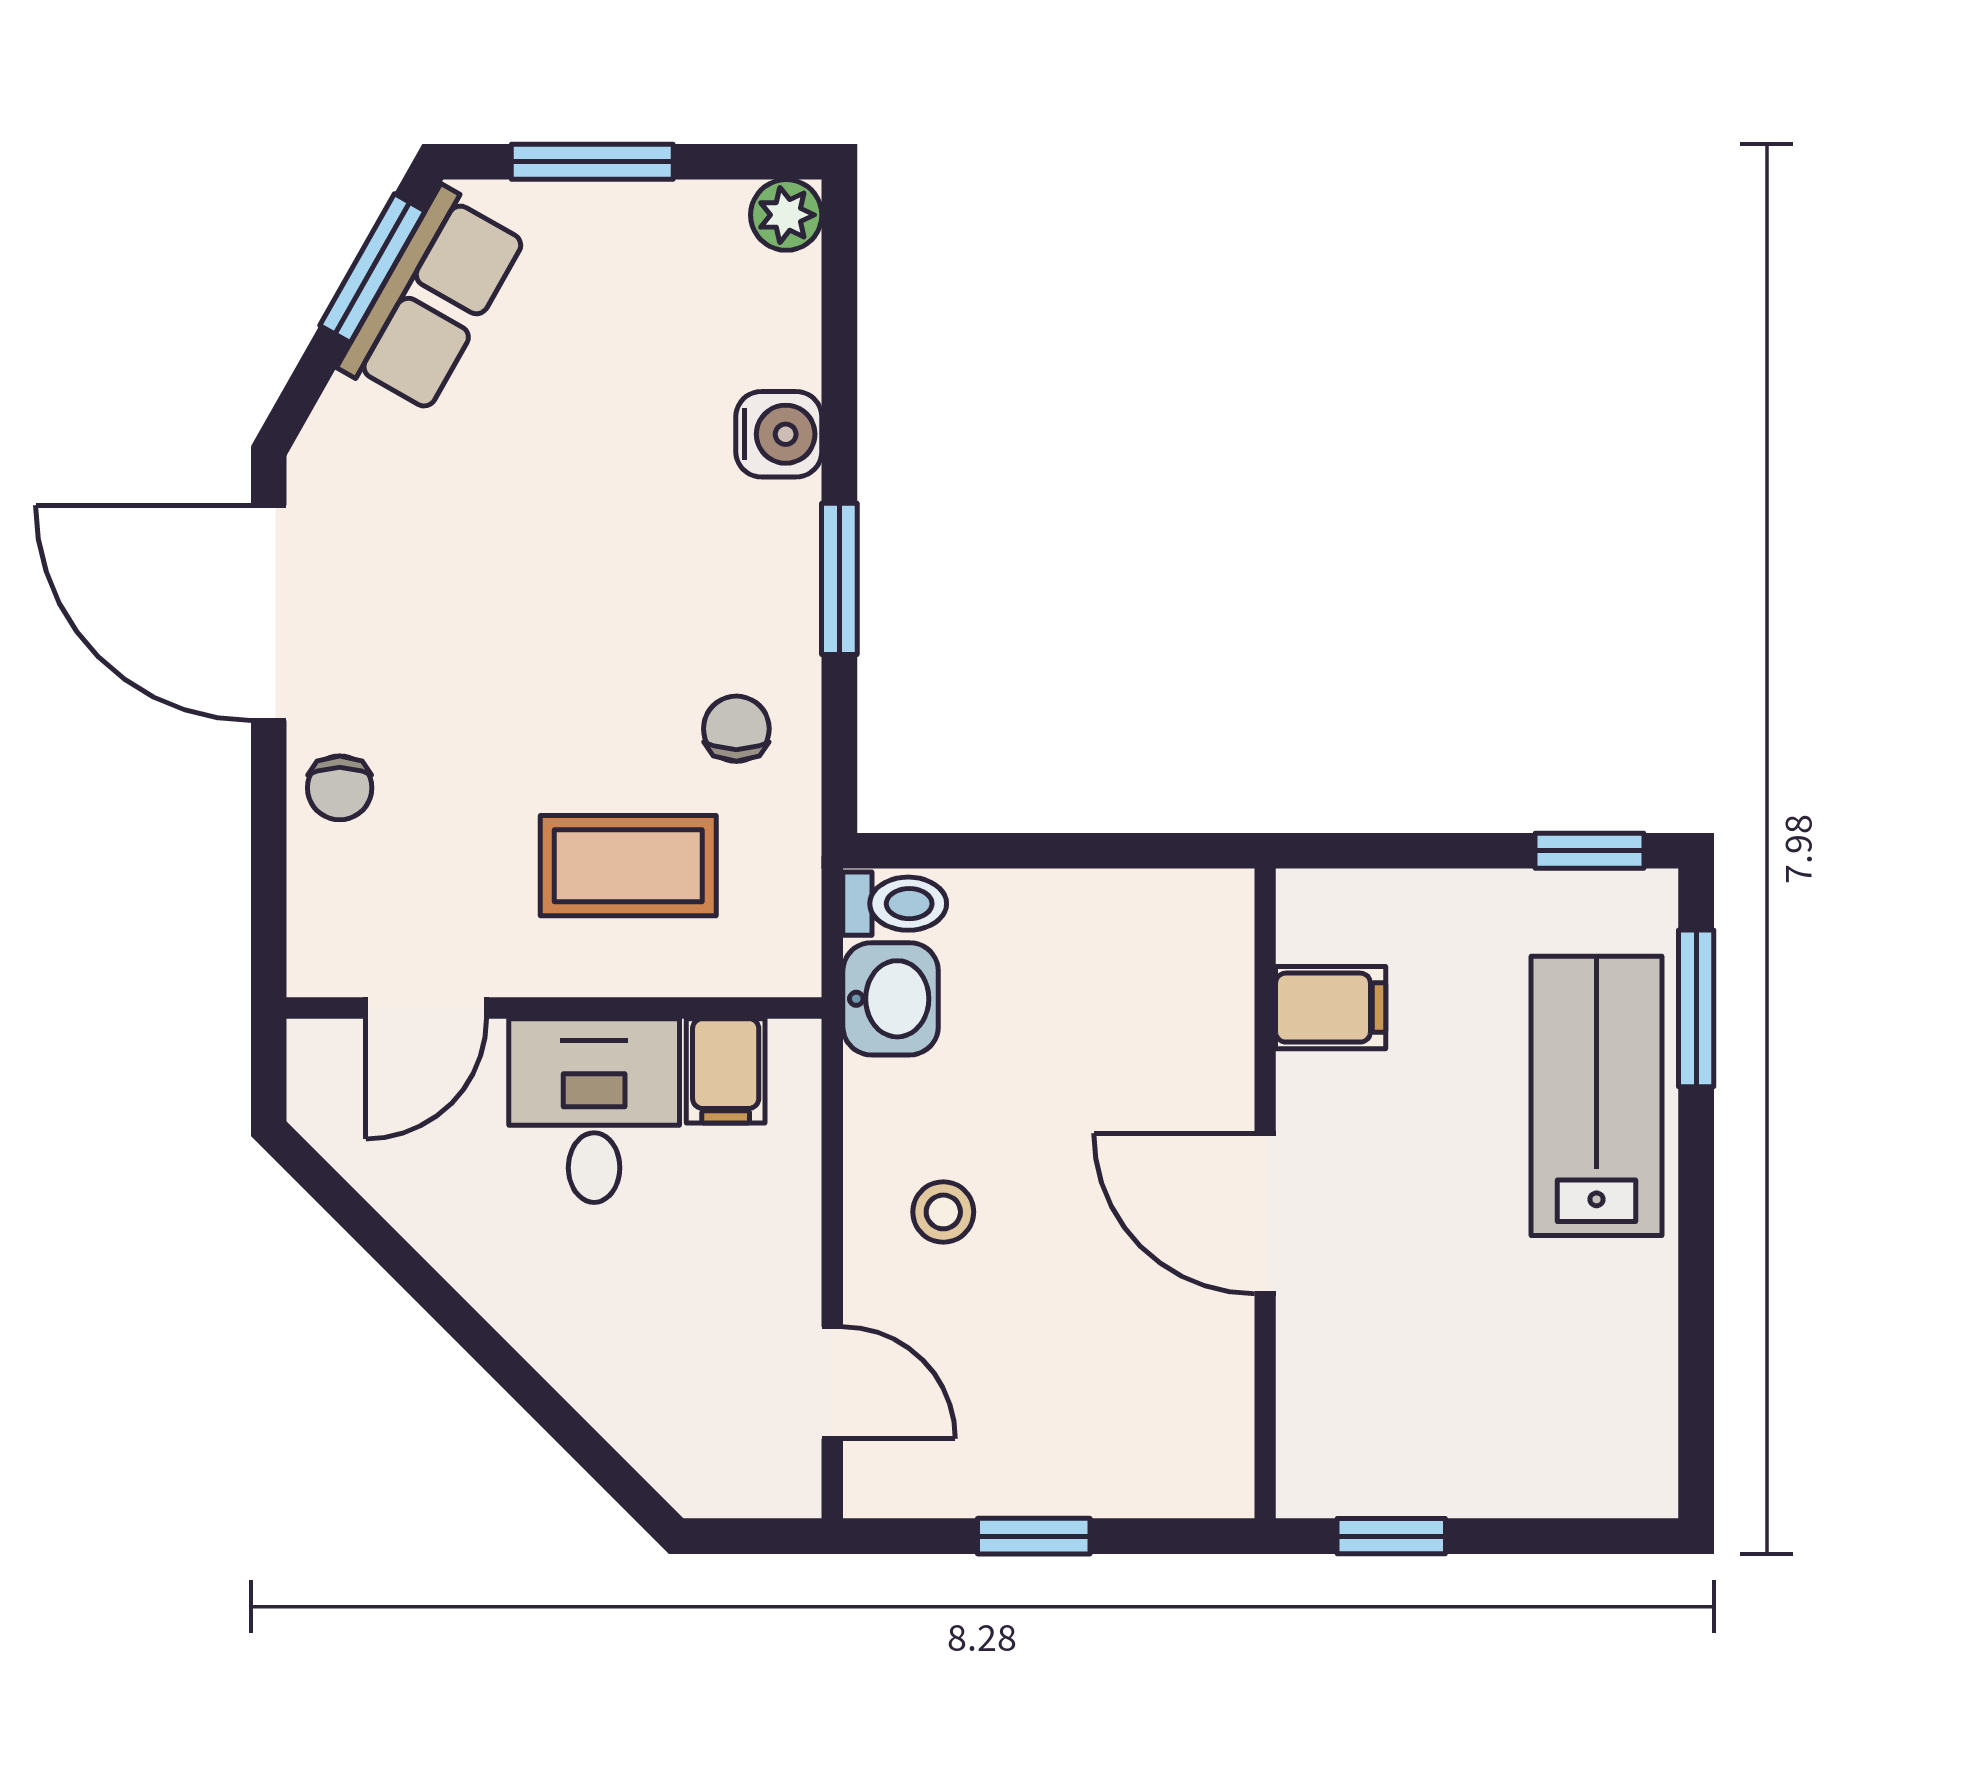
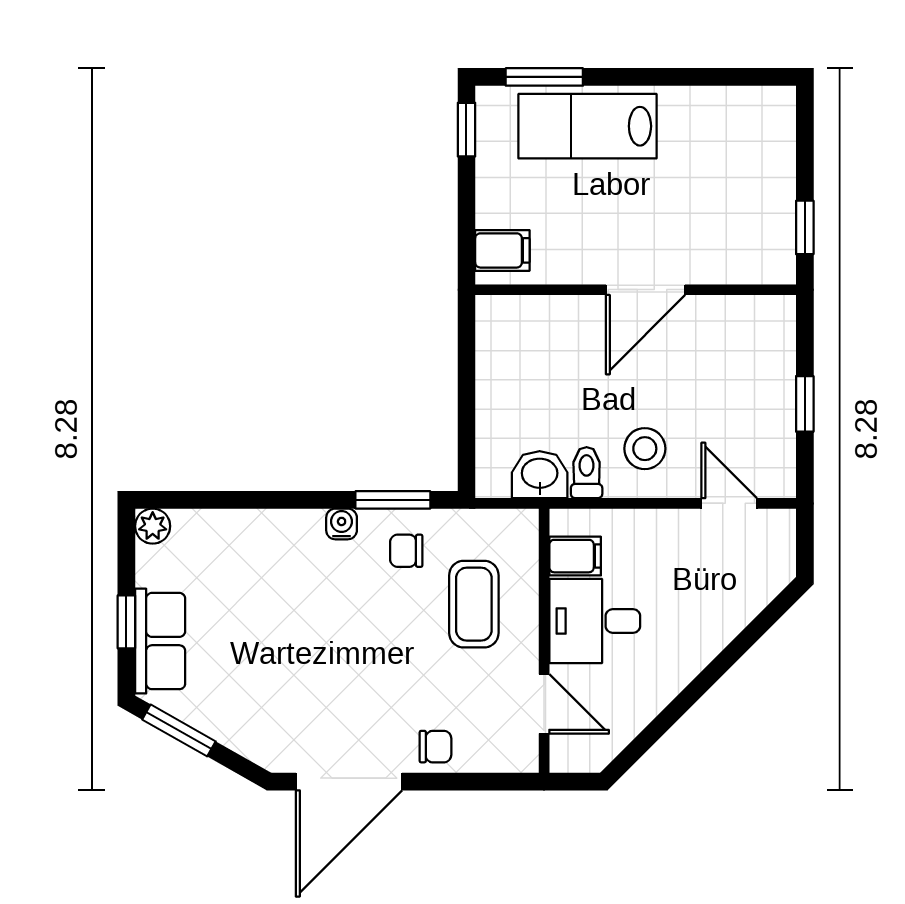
window: (592, 162) -> (126, 622), width x0.67
row of seats: (433, 301) -> (160, 641), moved, turned 60
water cooler: (779, 434) -> (342, 524), moved, width x0.72, depth x0.72
window: (839, 579) -> (393, 500), moved
toilet: (895, 904) -> (587, 473), moved
filing cabinet: (1331, 1008) -> (502, 250), moved, turned 90
stool: (943, 1212) -> (645, 449), width x1.37, depth x1.37
door: (832, 1383) -> (729, 503), hinge flipped

